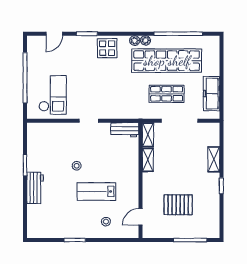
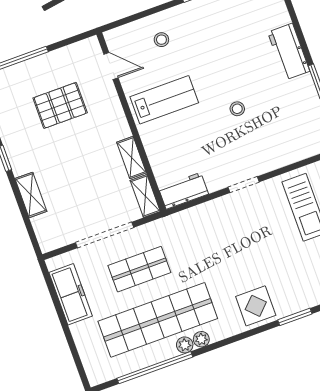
plant: (135, 41) -> (185, 345), moved
lab bench: (96, 191) -> (164, 100), moved
door: (141, 217) -> (111, 66), hinge flipped

